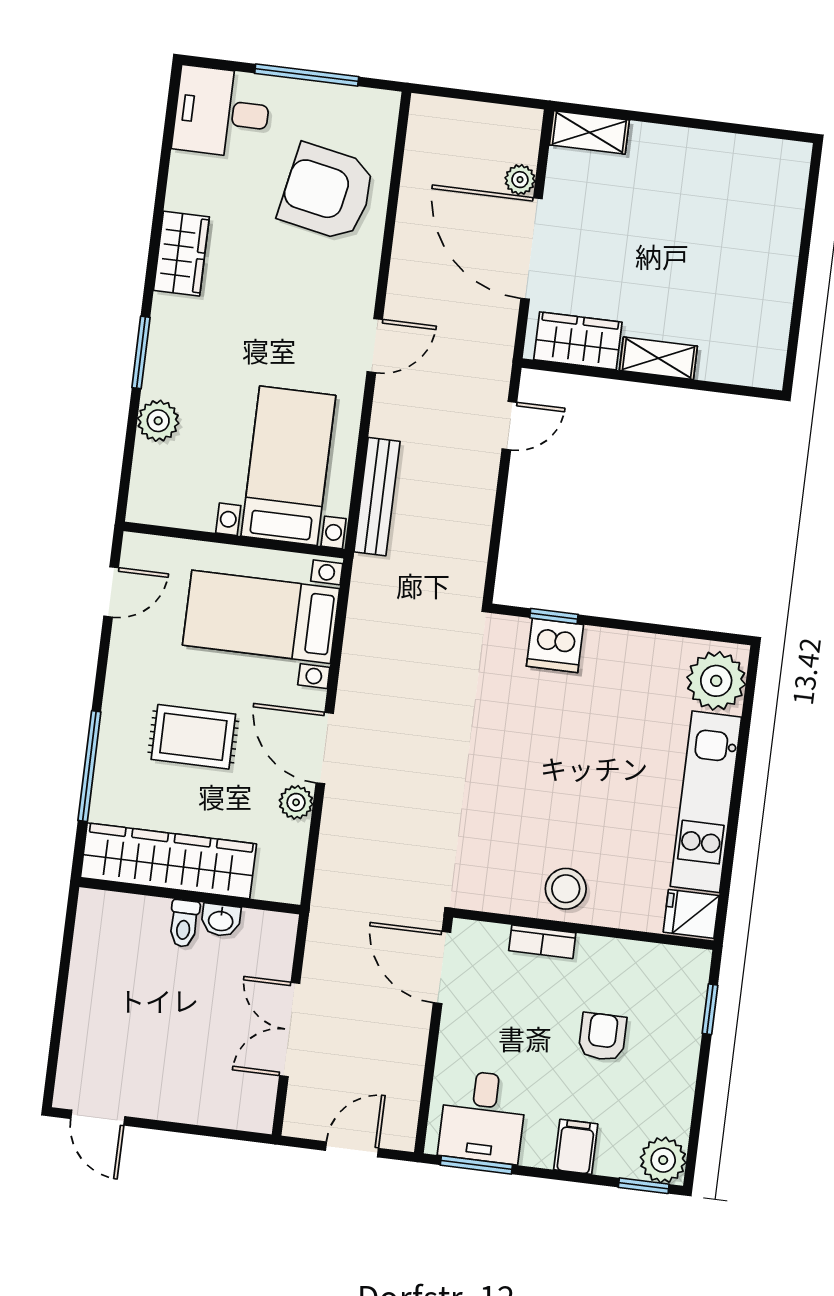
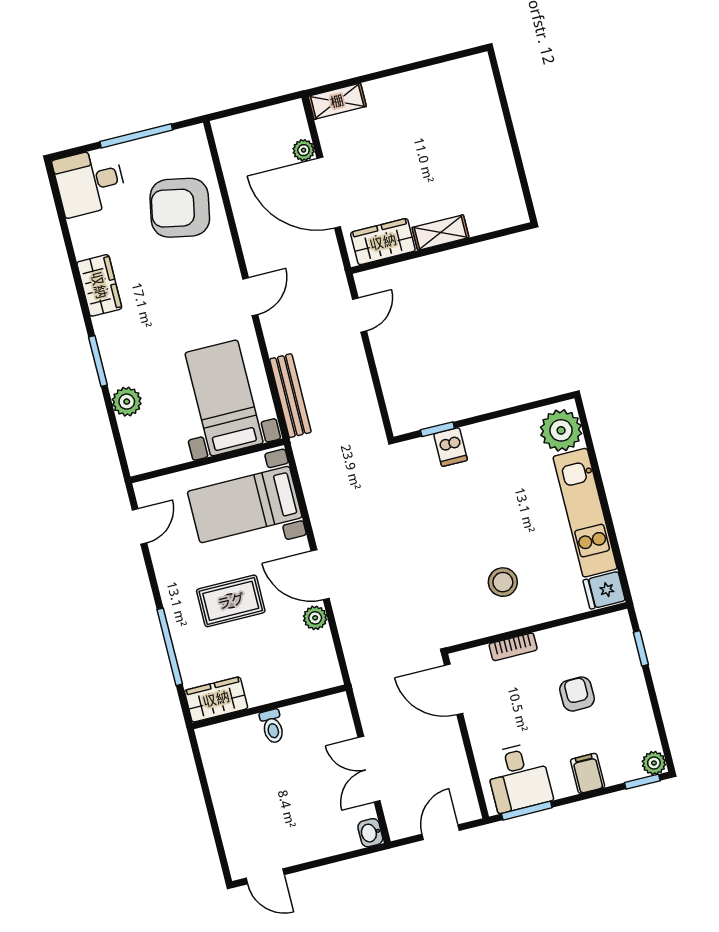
dishwasher: (555, 645) -> (451, 447), width x0.73
wardrobe: (168, 861) -> (216, 699), width x0.48, depth x0.85
stool: (566, 889) -> (503, 582), moved
washbasin: (221, 920) -> (370, 833), moved, turned 90
plant: (663, 1160) -> (654, 763), width x0.73, depth x0.73

